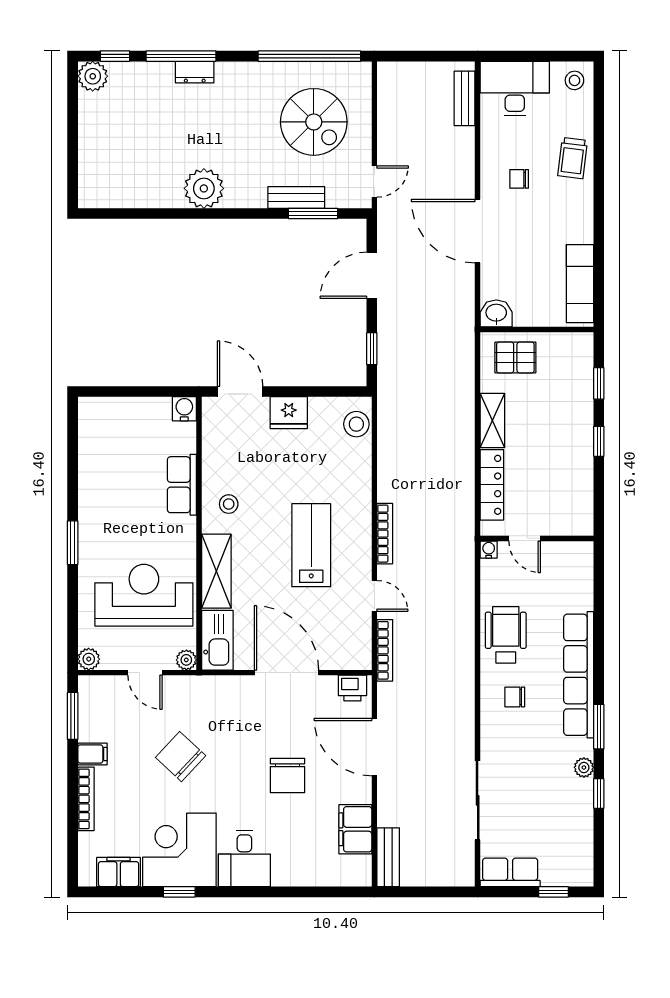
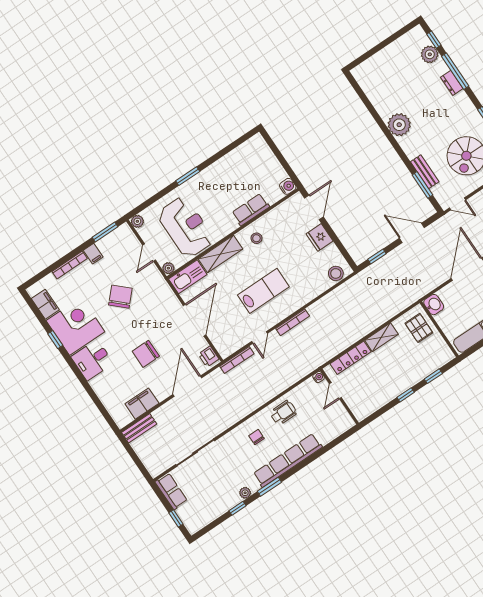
plant: (93, 76) -> (430, 54), moved
wheelchair: (506, 635) -> (283, 413), width x0.73, depth x0.73

